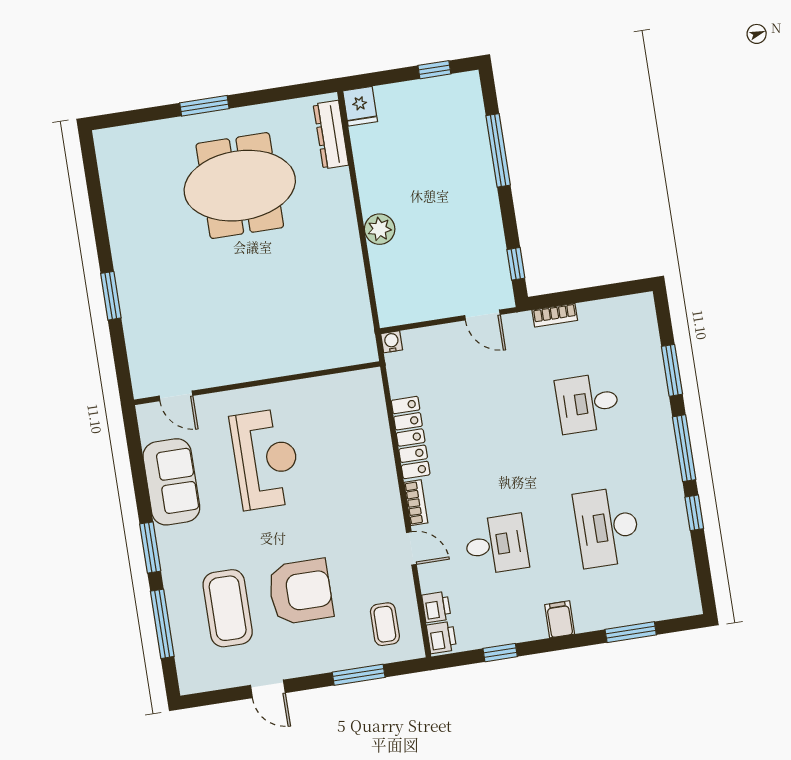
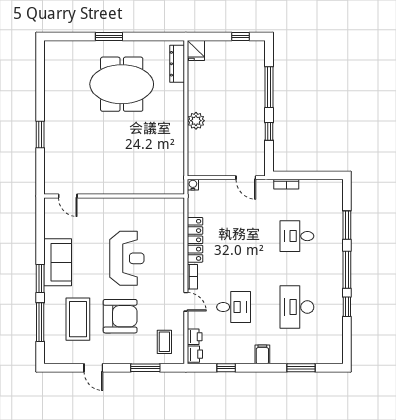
window: (516, 264) -> (269, 131), moved
reception desk: (266, 459) -> (127, 258), moved
sofa: (171, 482) -> (58, 262), moved

